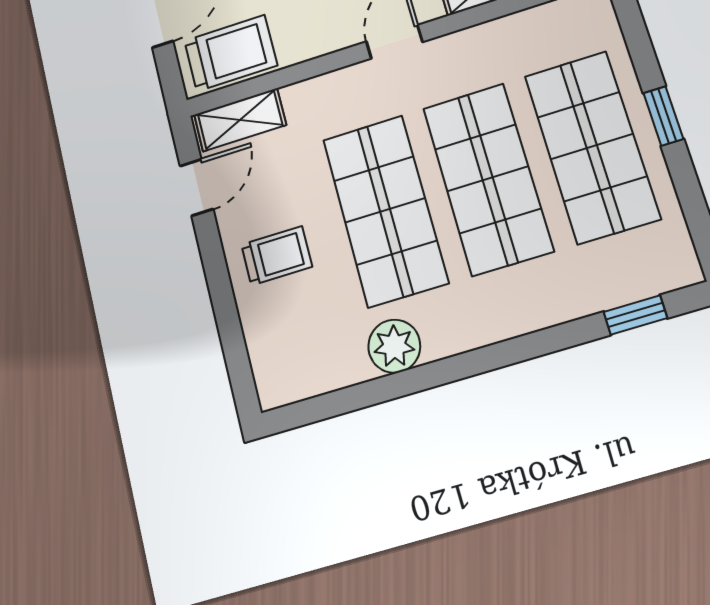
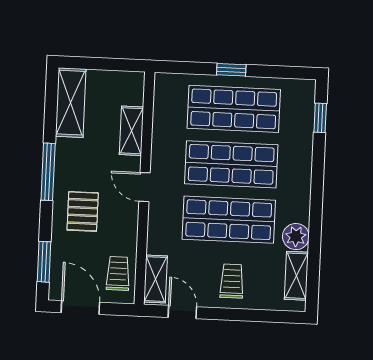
trolley: (231, 53) -> (118, 273), width x0.73, depth x0.72
shelving: (322, 373) -> (296, 276), added

